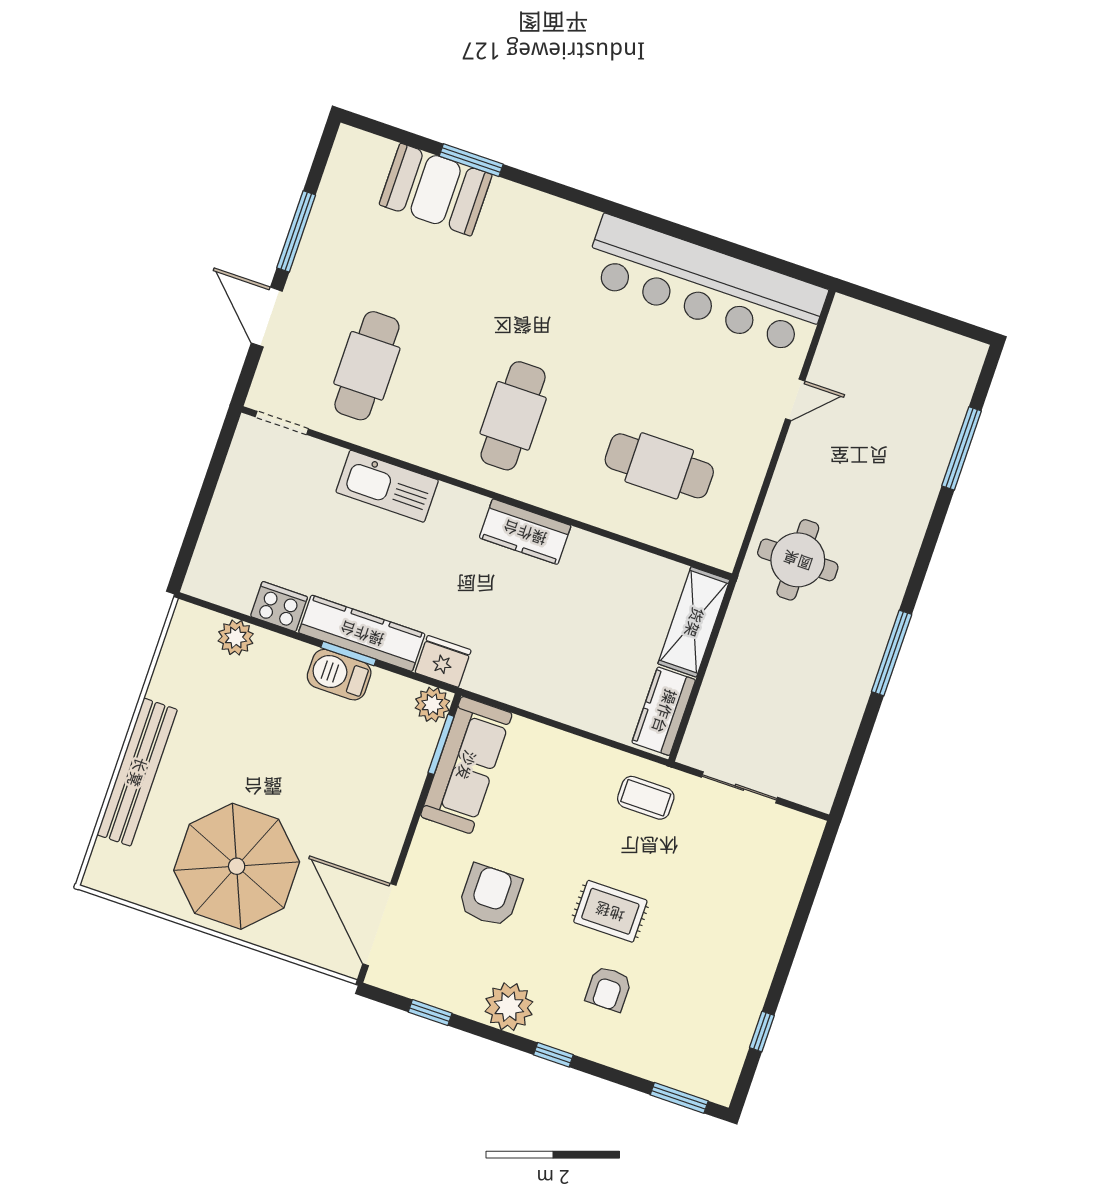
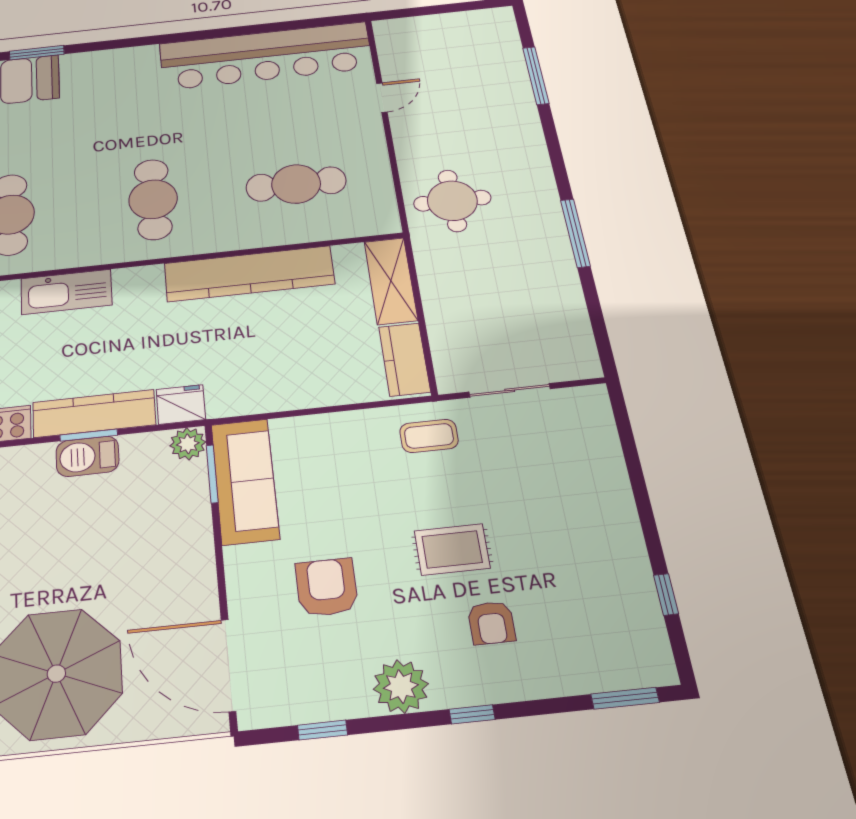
kitchen counter: (525, 532) -> (249, 274), width x2.08, depth x1.17

